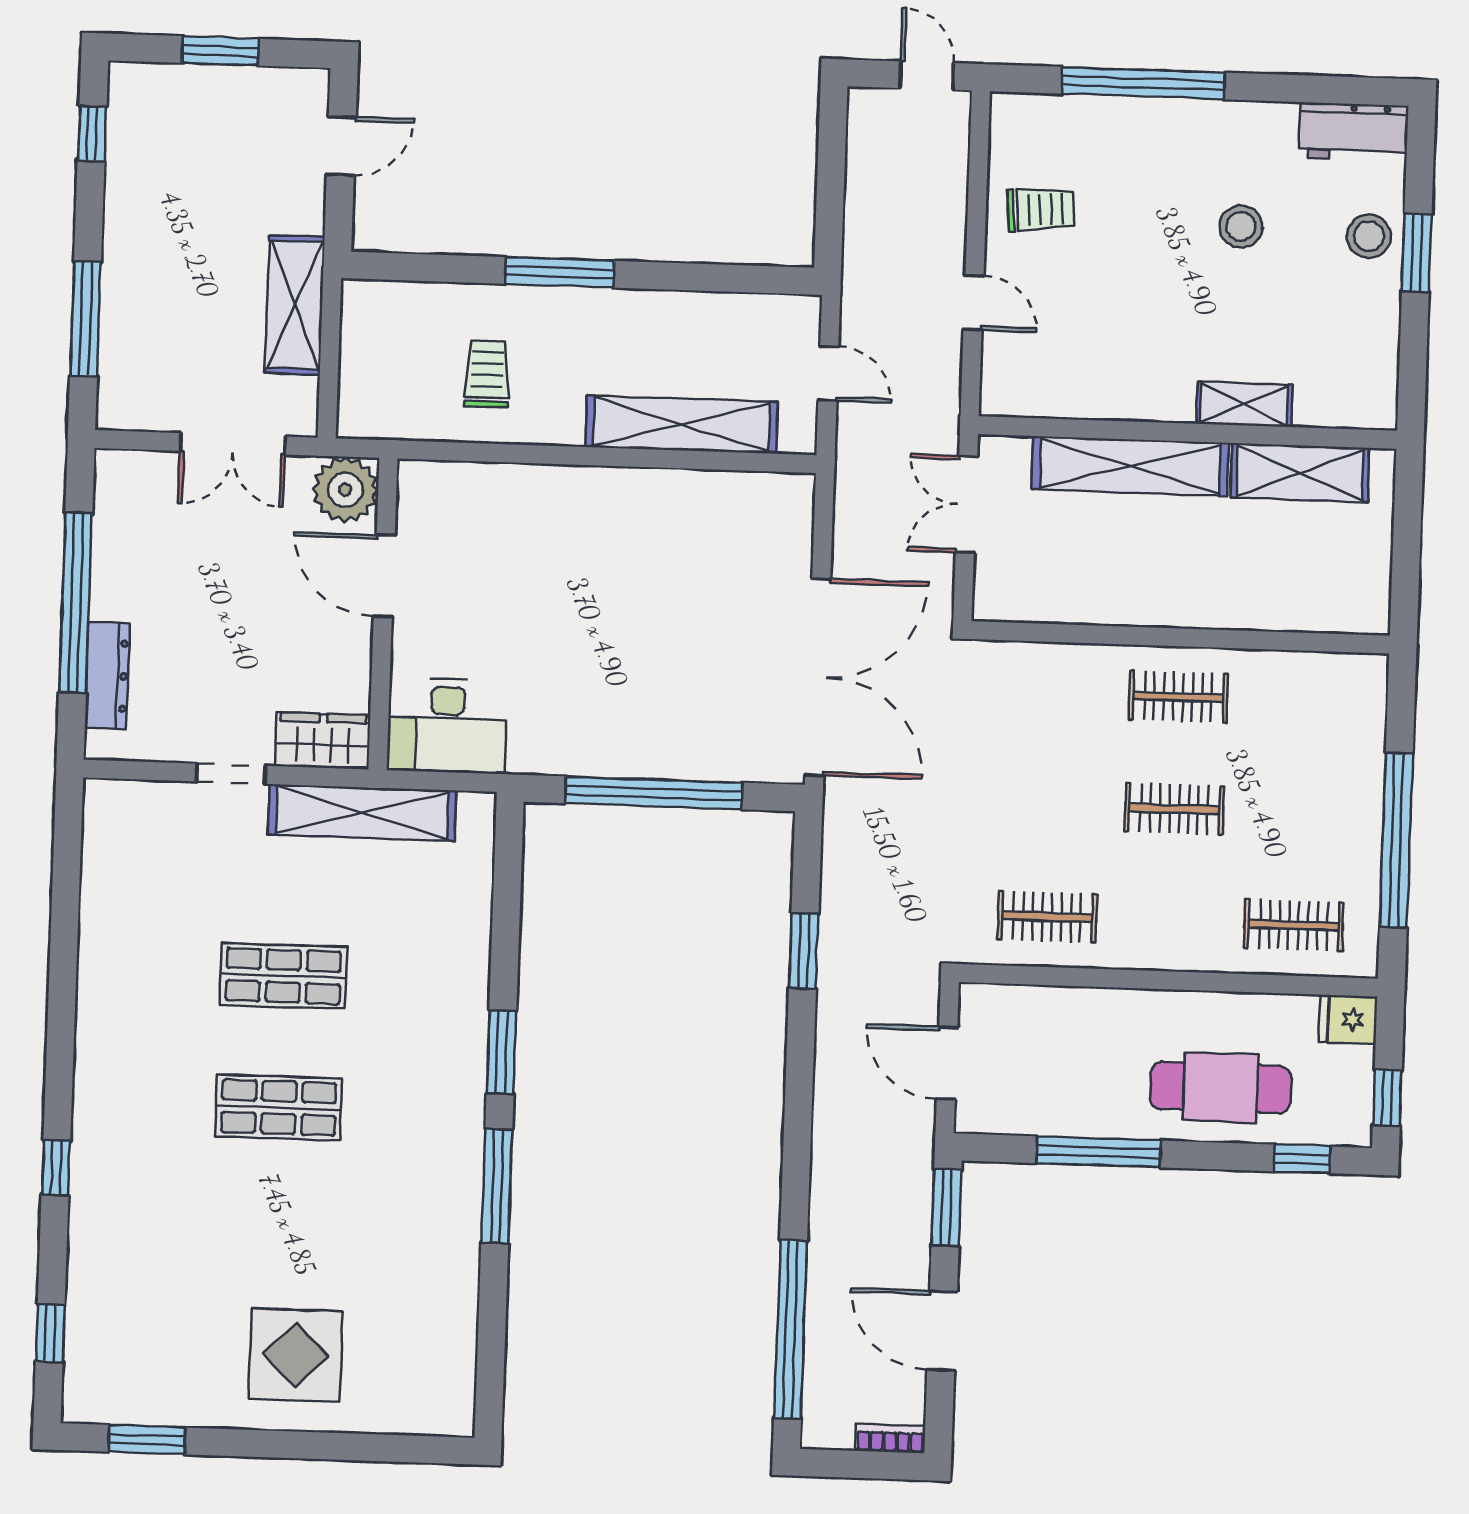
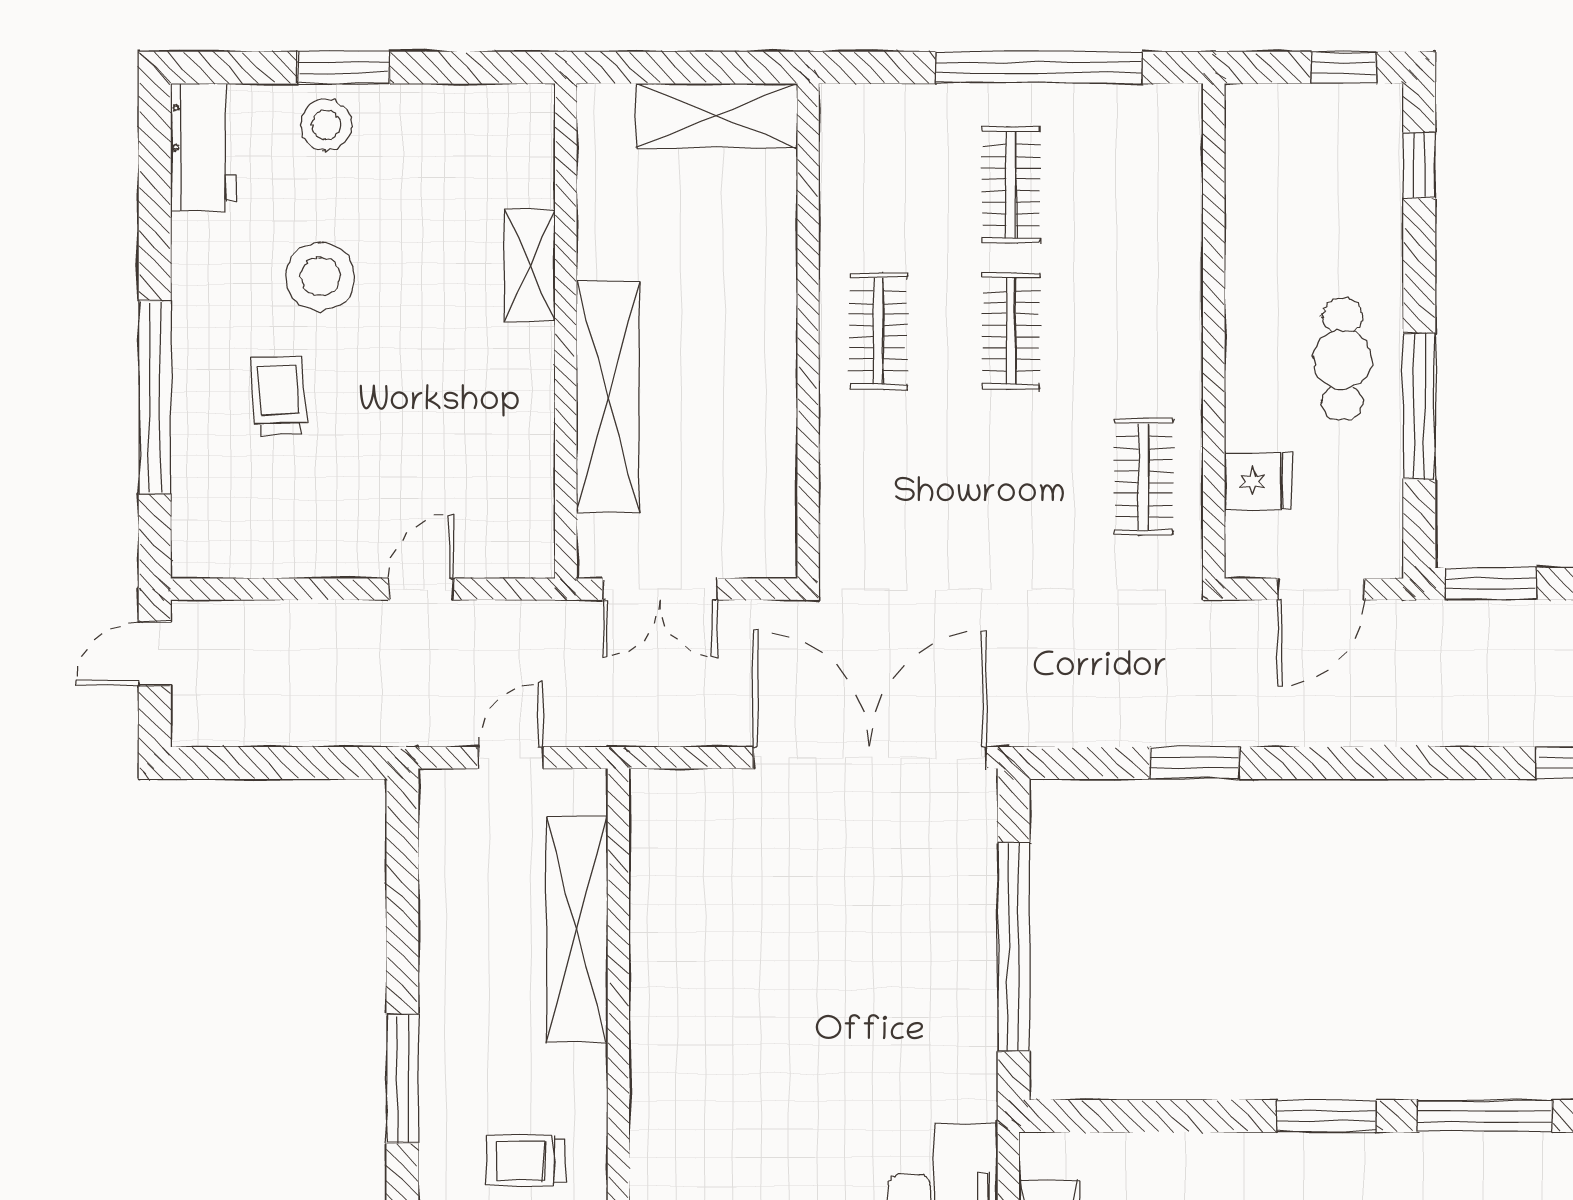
trolley: (1041, 210) -> (279, 396), moved
stool: (1241, 227) -> (320, 277), width x1.38, depth x1.38
shelving: (1300, 473) -> (717, 116), moved, turned 90
clothes rail: (1294, 925) -> (1011, 185), moved
fridge: (1348, 1019) -> (1258, 481), moved, turned -90
cafe table: (1220, 1088) -> (1342, 359), moved, width x0.73, depth x0.74

